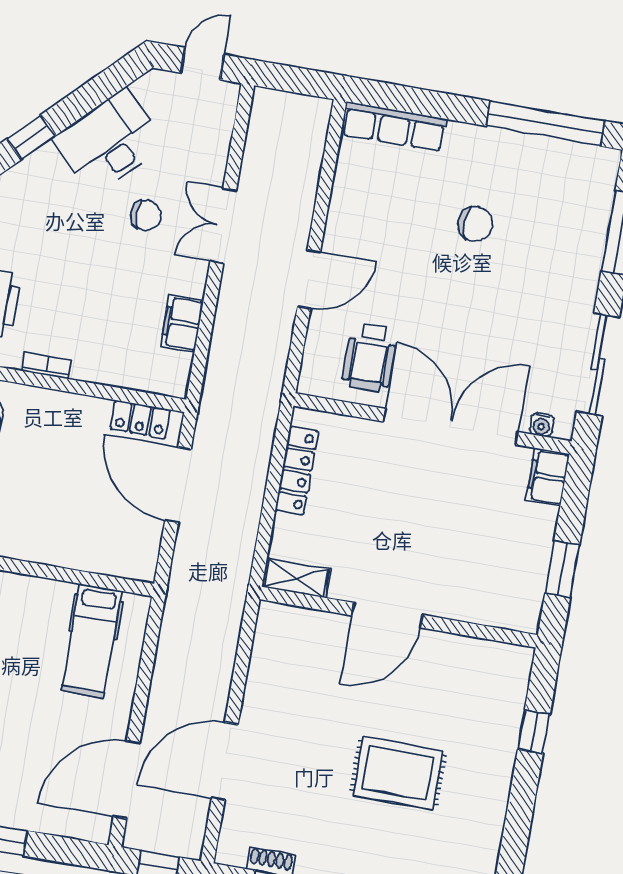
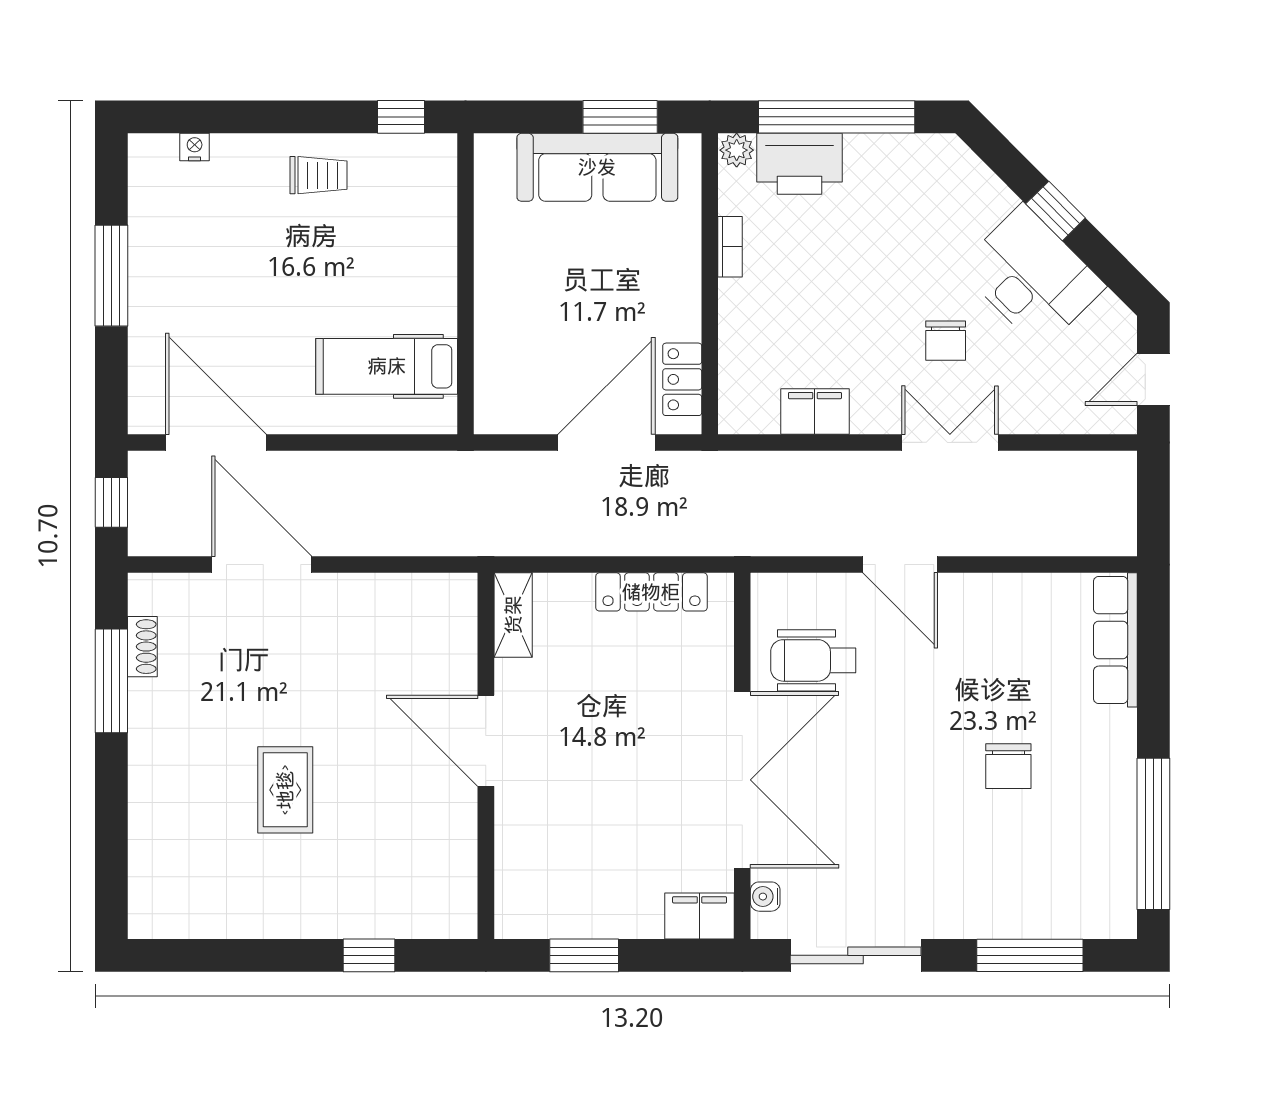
door: (202, 64) -> (1153, 379), swing flipped
window: (31, 137) -> (1056, 211), moved
rug: (398, 773) -> (285, 790), width x0.73, depth x0.70

